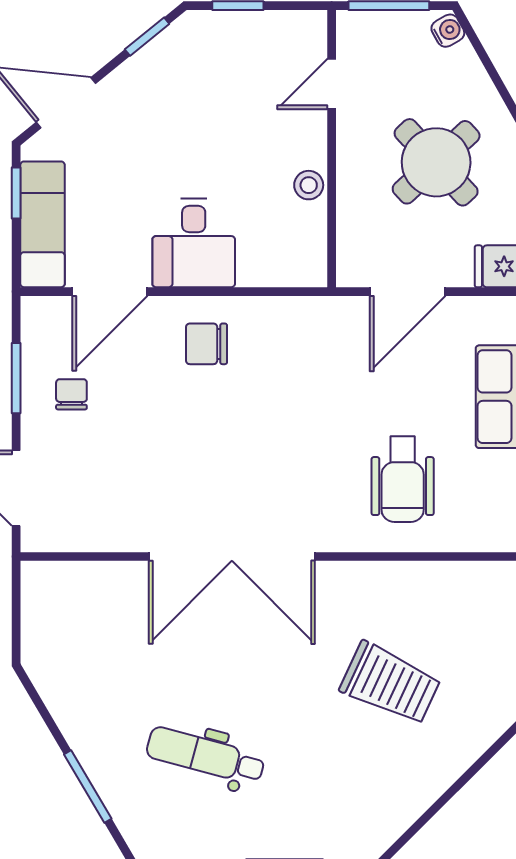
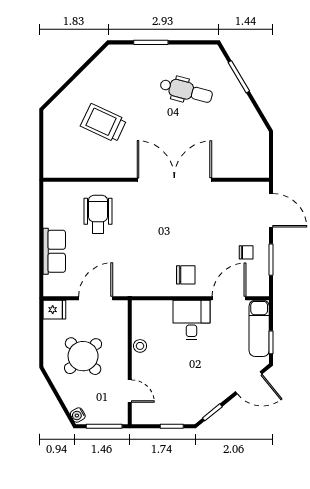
door: (332, 84) -> (130, 391), hinge flipped
chair: (71, 394) -> (246, 252), turned -90

